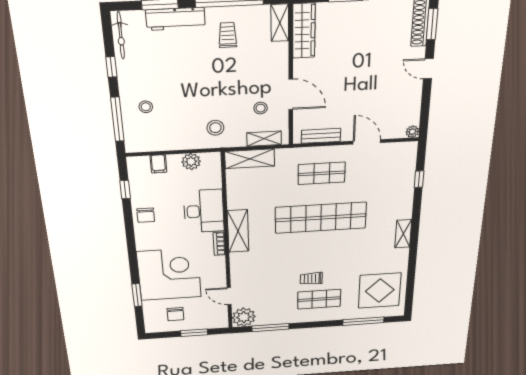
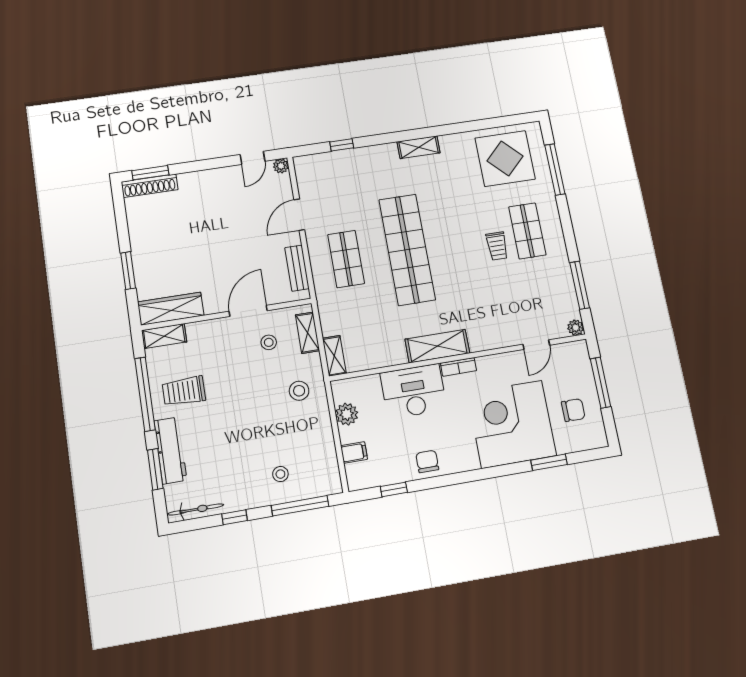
trolley: (228, 35) -> (184, 391), width x1.36, depth x1.39
door: (428, 69) -> (252, 158), moved
shelving: (250, 159) -> (334, 356), width x0.67, depth x0.75
chair: (146, 215) -> (427, 461), turned -90
plant: (244, 317) -> (576, 328), width x0.53, depth x0.53
window: (194, 333) -> (601, 383), width x1.44

